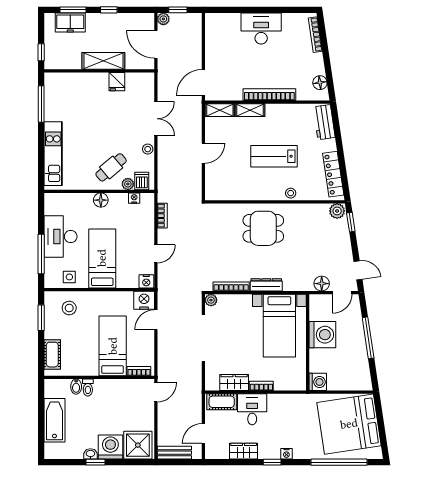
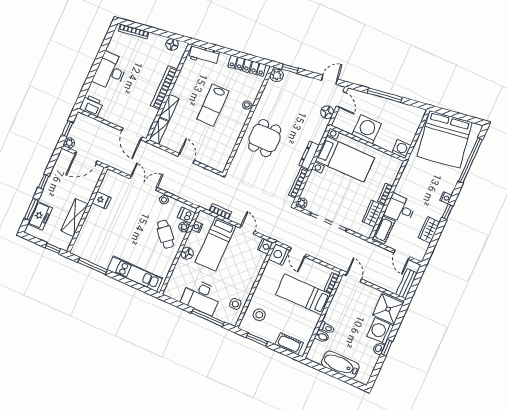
printer: (214, 24) -> (91, 106), added
shelving: (103, 61) -> (75, 217), moved
bed: (102, 258) -> (216, 244), moved, turned -90

